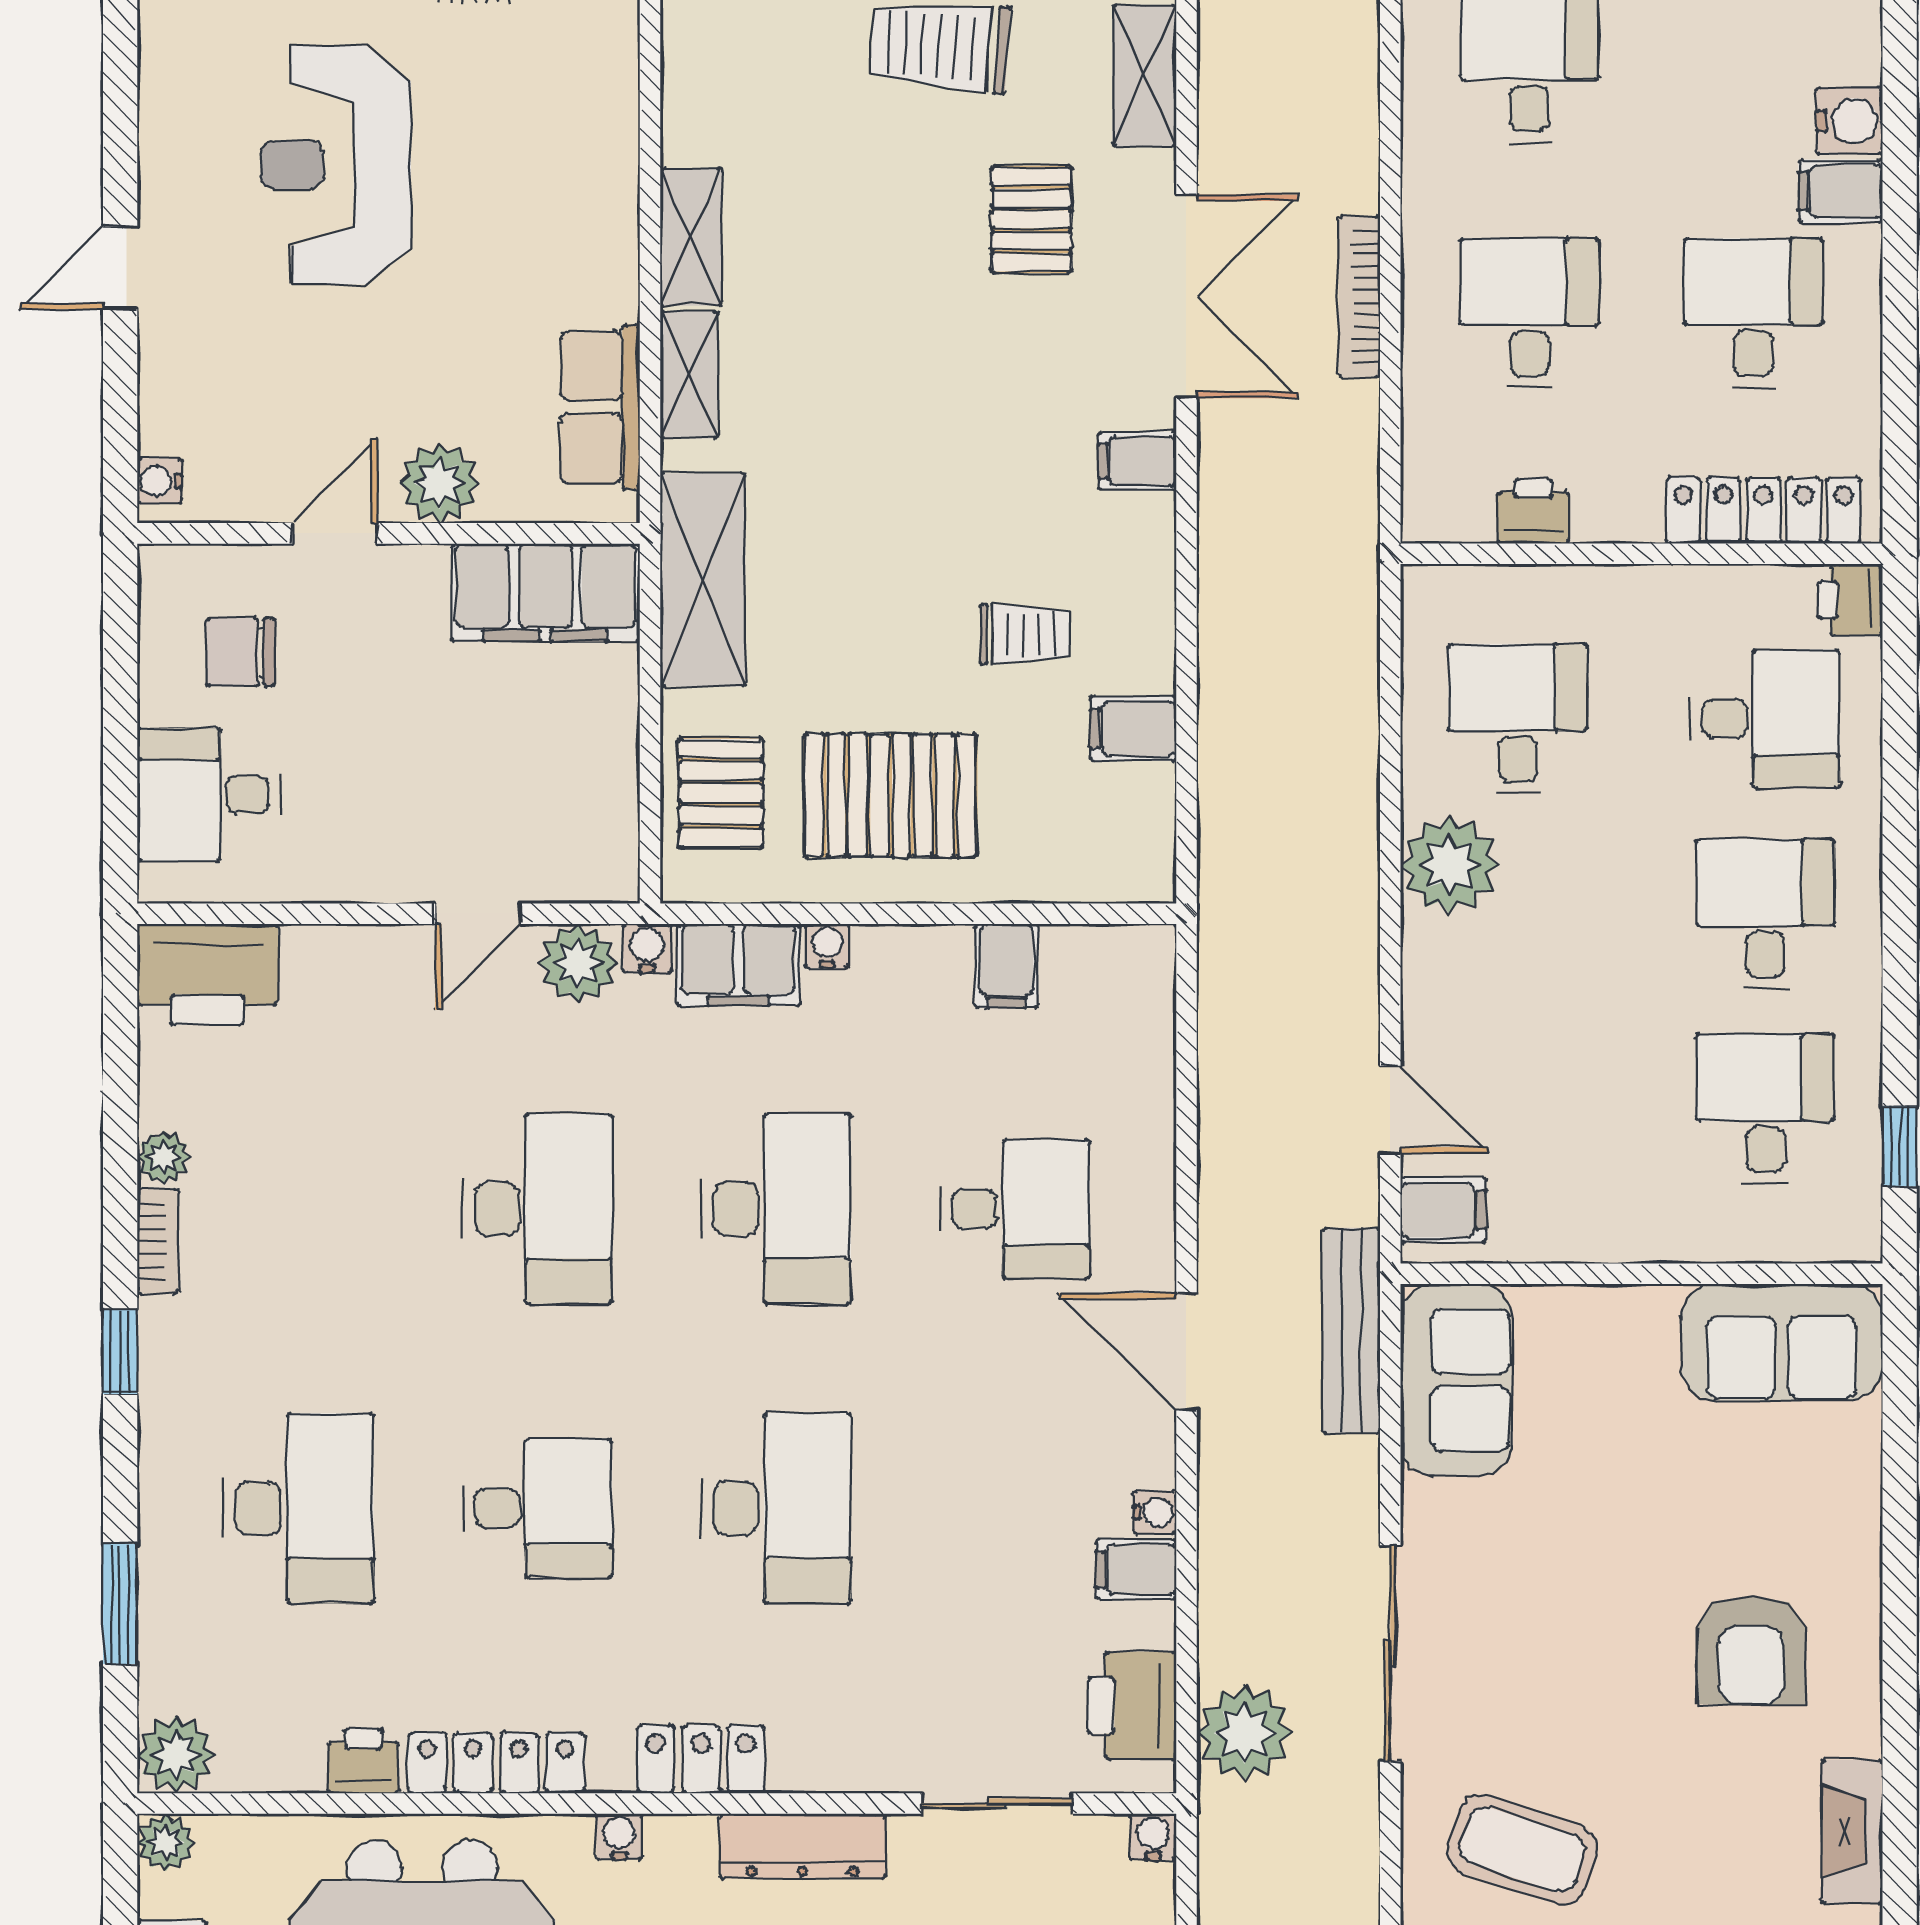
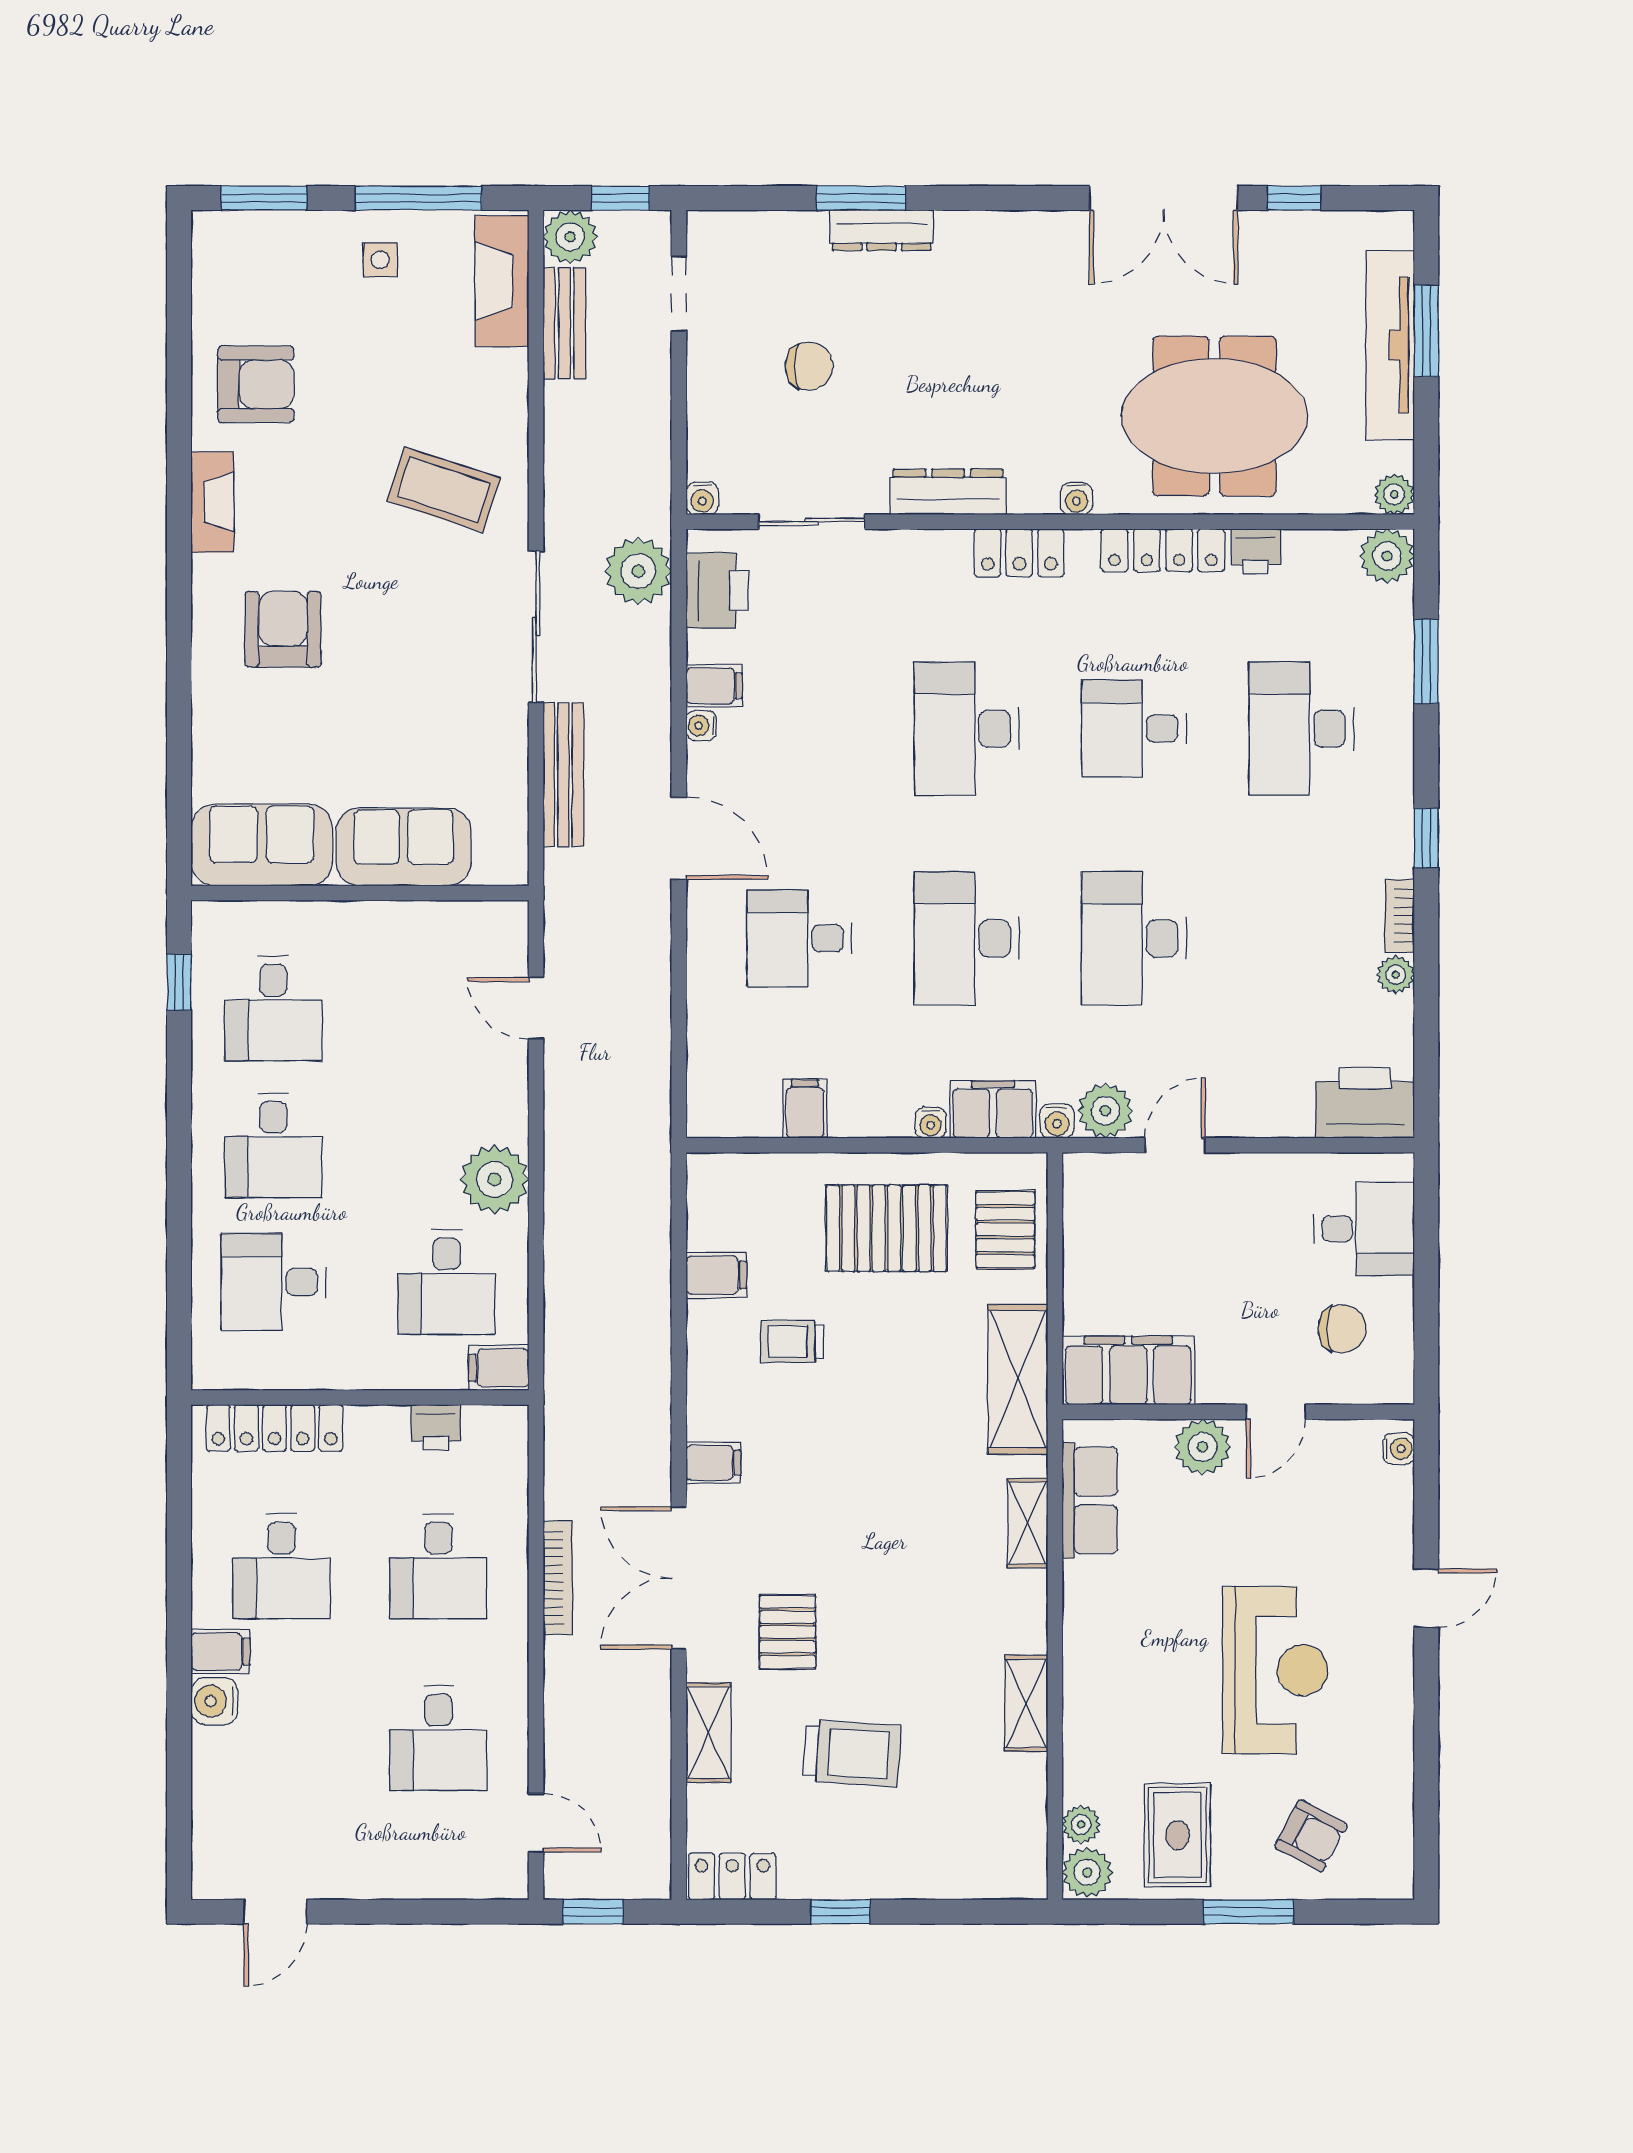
shelving: (691, 237) -> (1026, 1703), moved
printer: (1850, 600) -> (214, 1365), removed
filing cabinet: (1443, 1210) -> (499, 1368), moved
bench: (1351, 1331) -> (563, 775), moved
sofa: (1456, 1380) -> (404, 847), moved, turned 90

